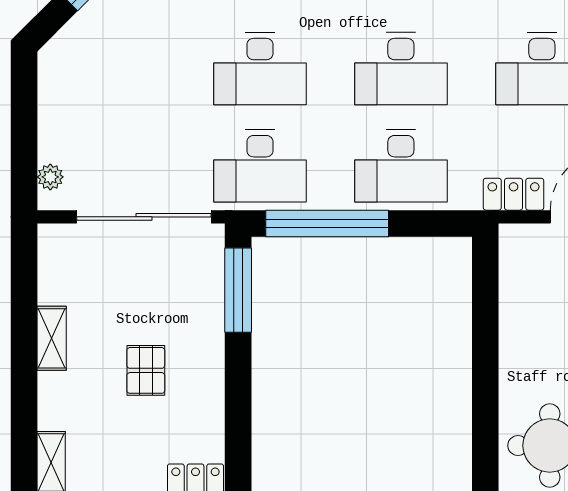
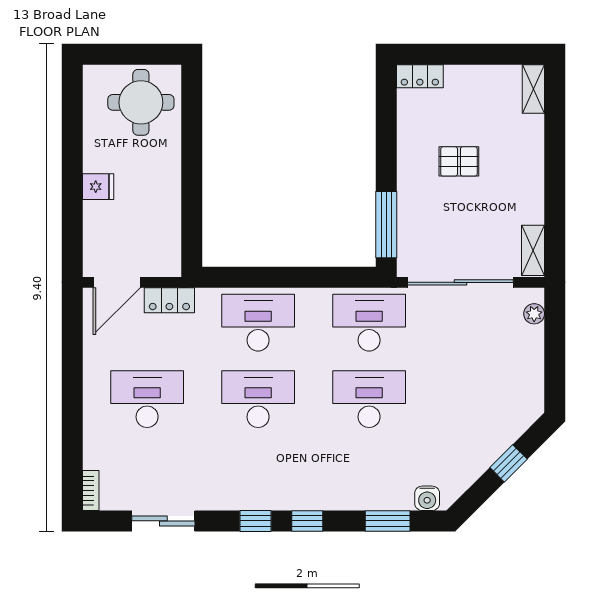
window: (327, 223) -> (316, 277), removed
shelving: (52, 338) -> (533, 250), moved
pallet: (146, 370) -> (459, 161), turned 90

